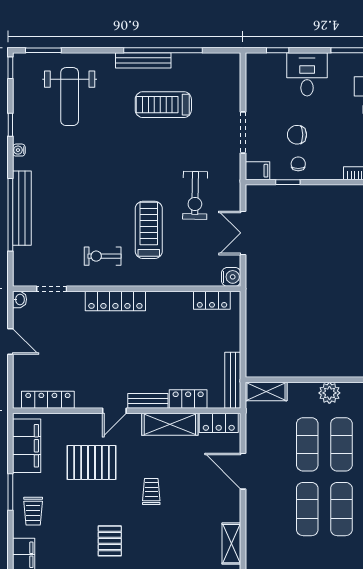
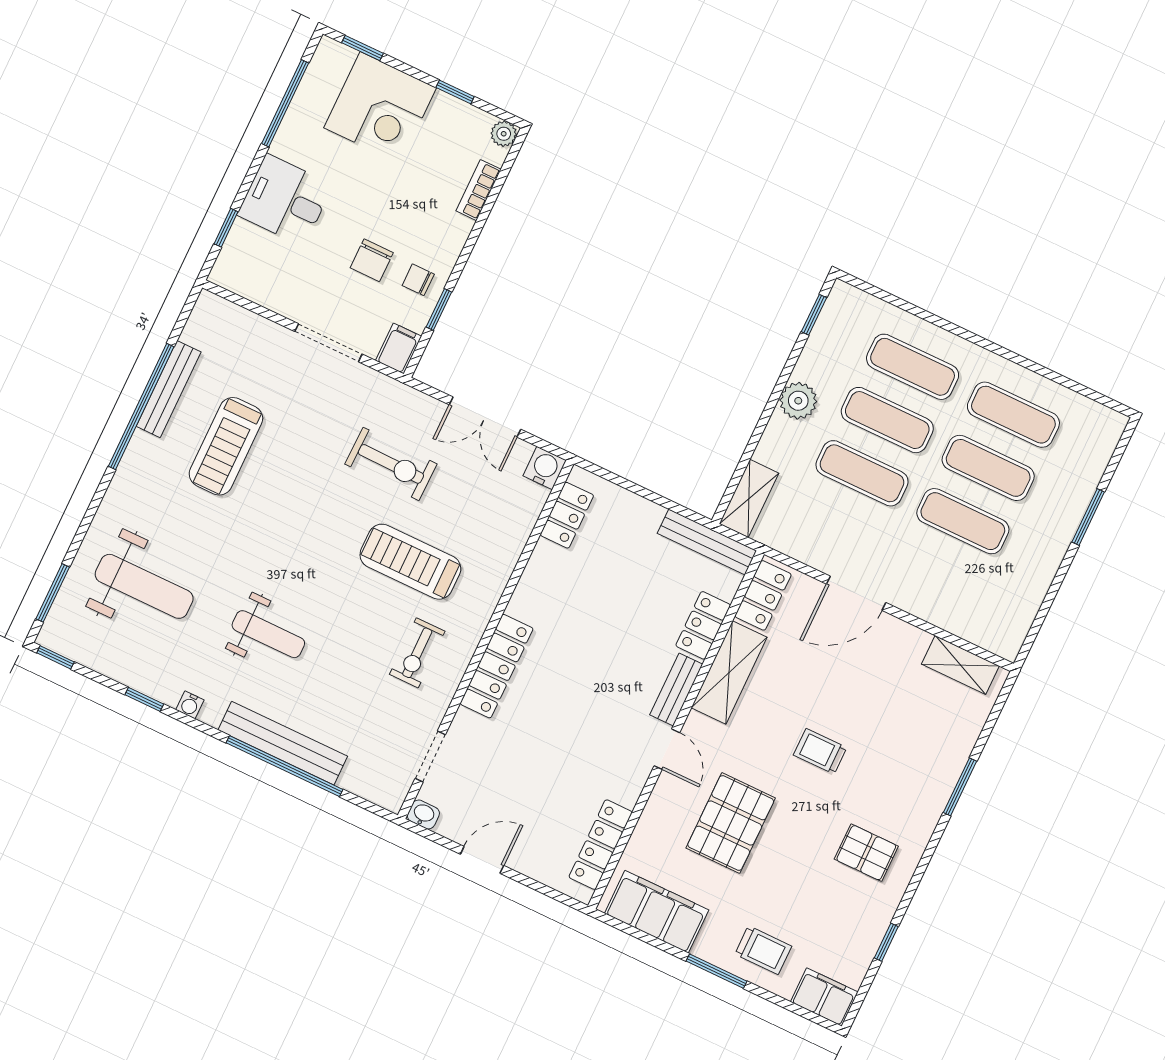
bench: (143, 60) -> (169, 389), moved
weight bench: (75, 173) -> (268, 634), added

